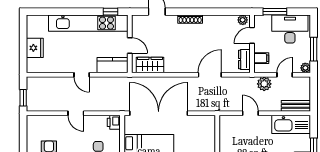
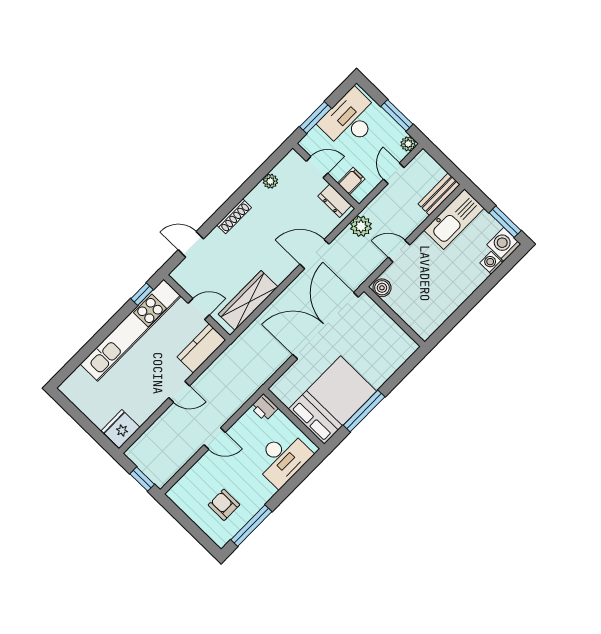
plant: (243, 20) -> (270, 181), moved
door: (252, 35) -> (317, 167), swing flipped
fridge: (35, 48) -> (121, 429), moved, turned -90
wardrobe: (150, 65) -> (248, 301), width x1.50
door: (210, 75) -> (314, 254), hinge flipped
plant: (264, 84) -> (361, 226), moved
double door: (159, 113) -> (326, 326), moved
boiler: (225, 122) -> (382, 288), added

